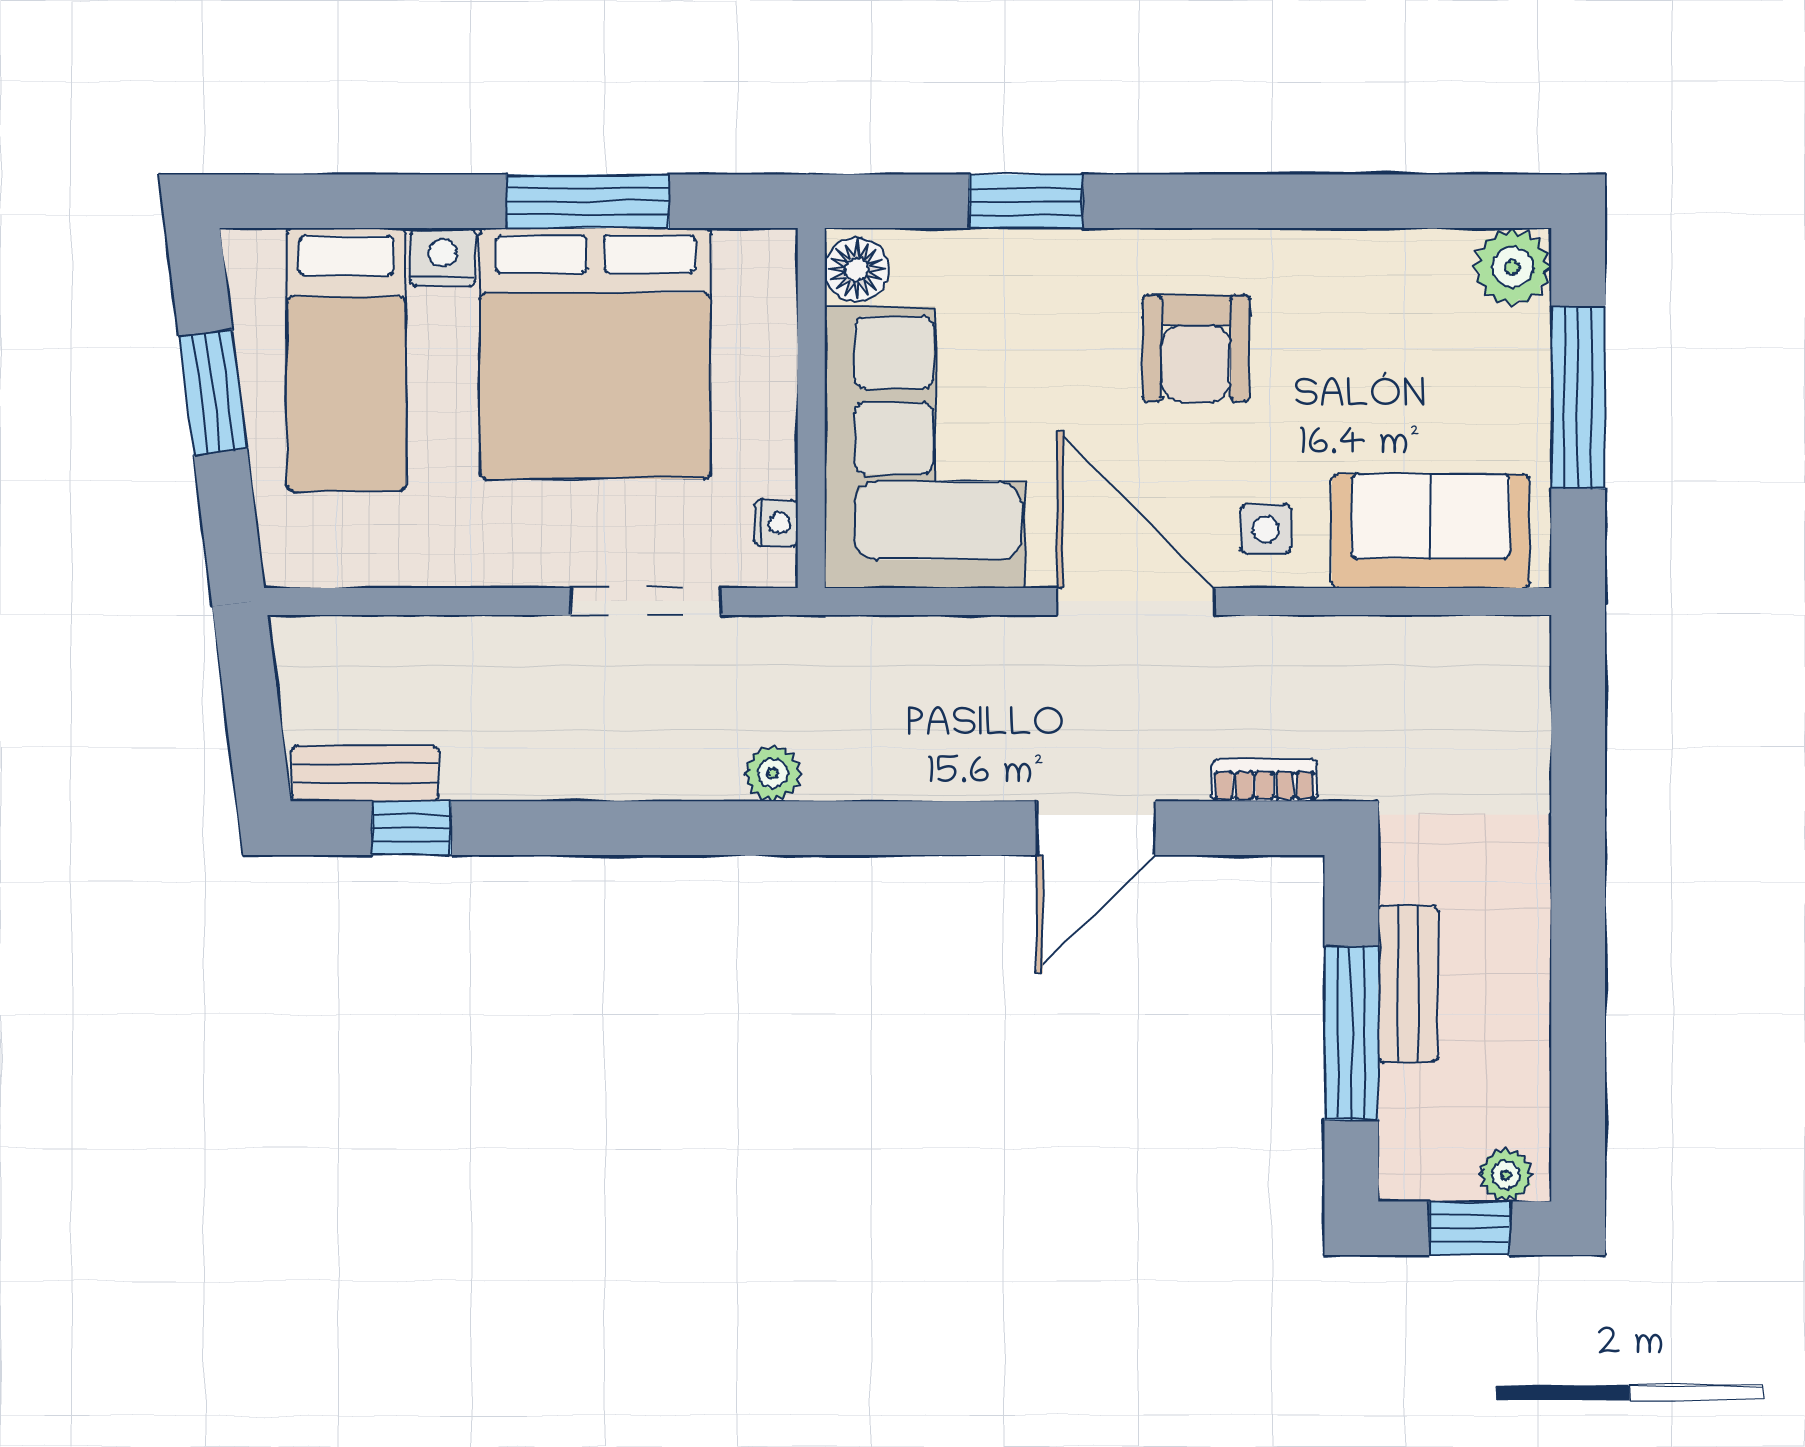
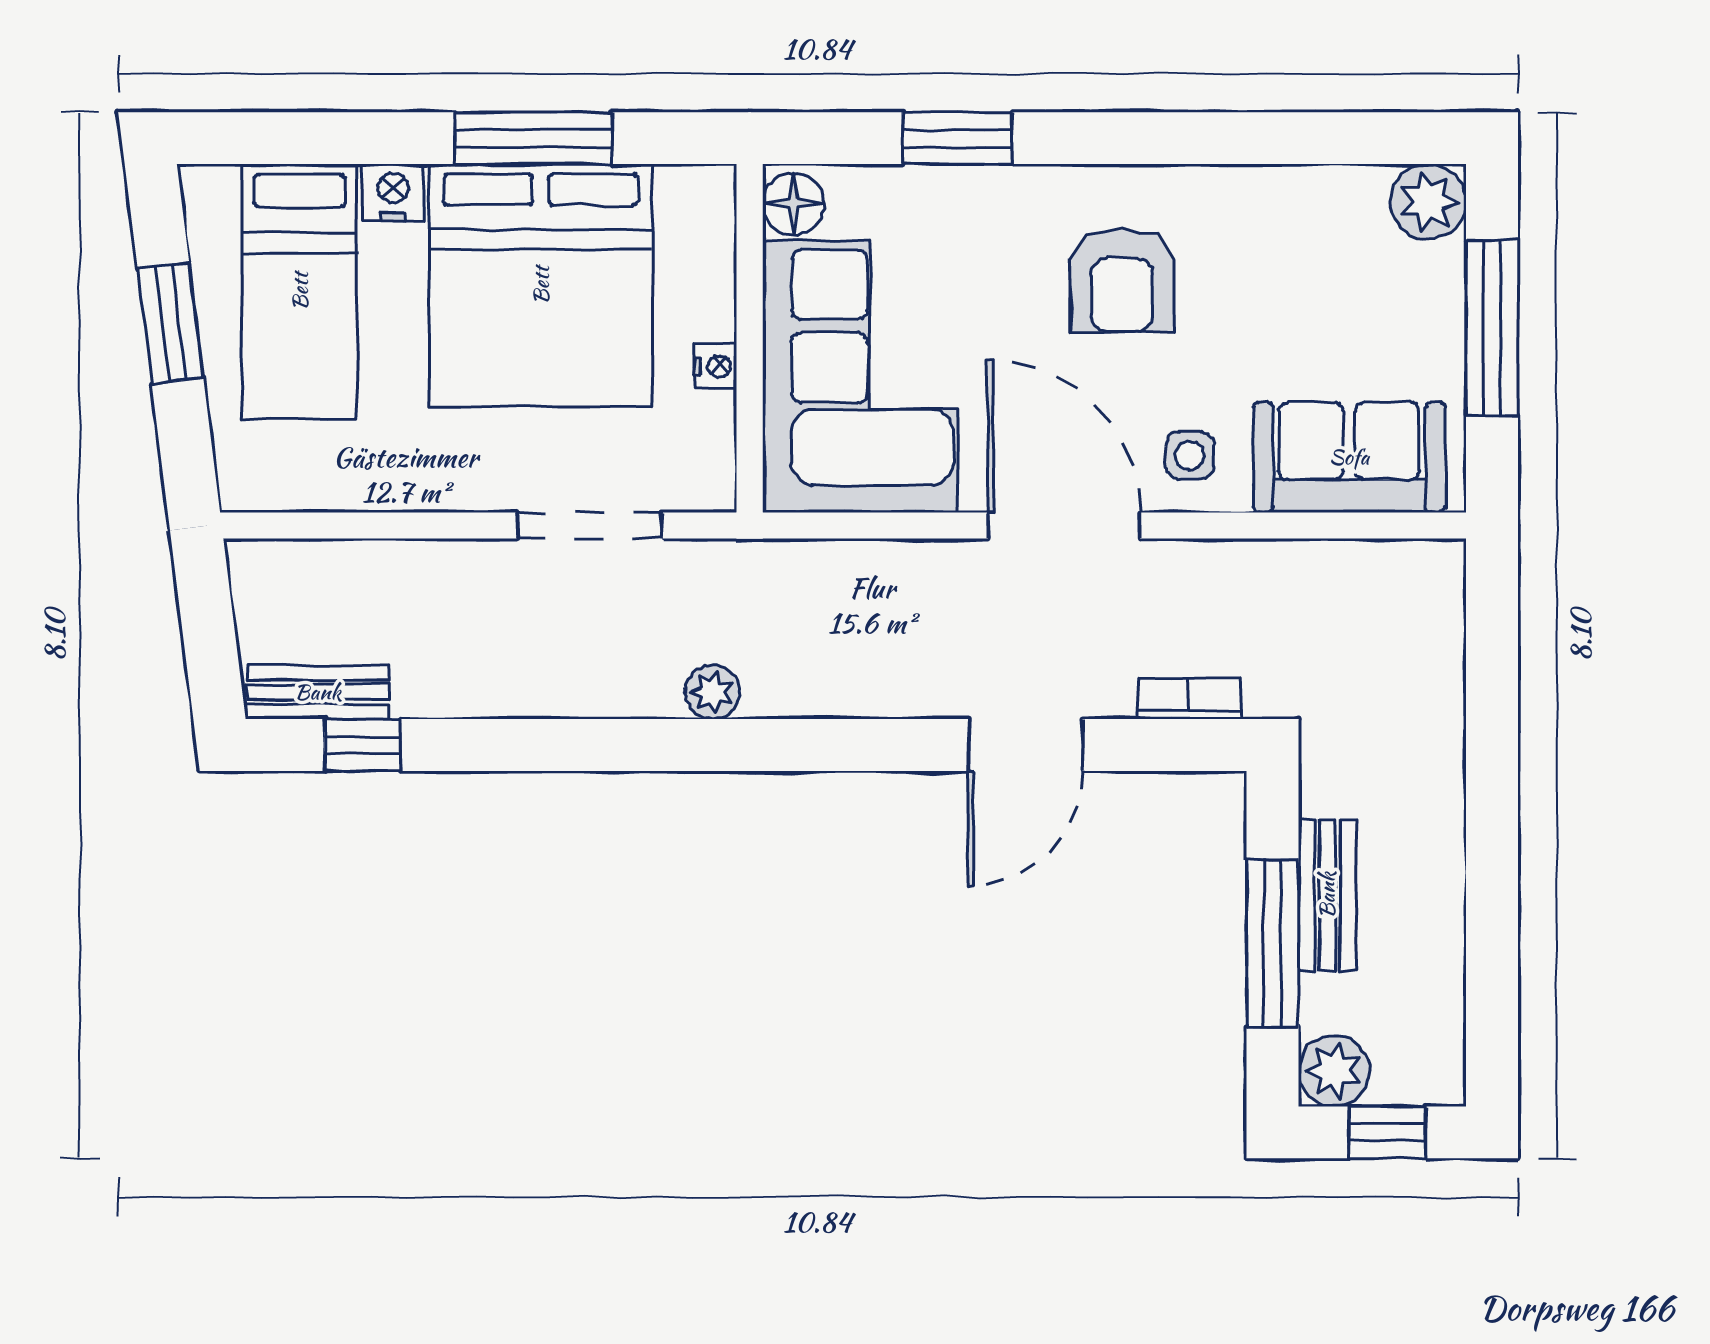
nightstand: (776, 523) -> (716, 366), moved
plant: (1506, 1175) -> (1334, 1071), moved, width x1.38, depth x1.38

